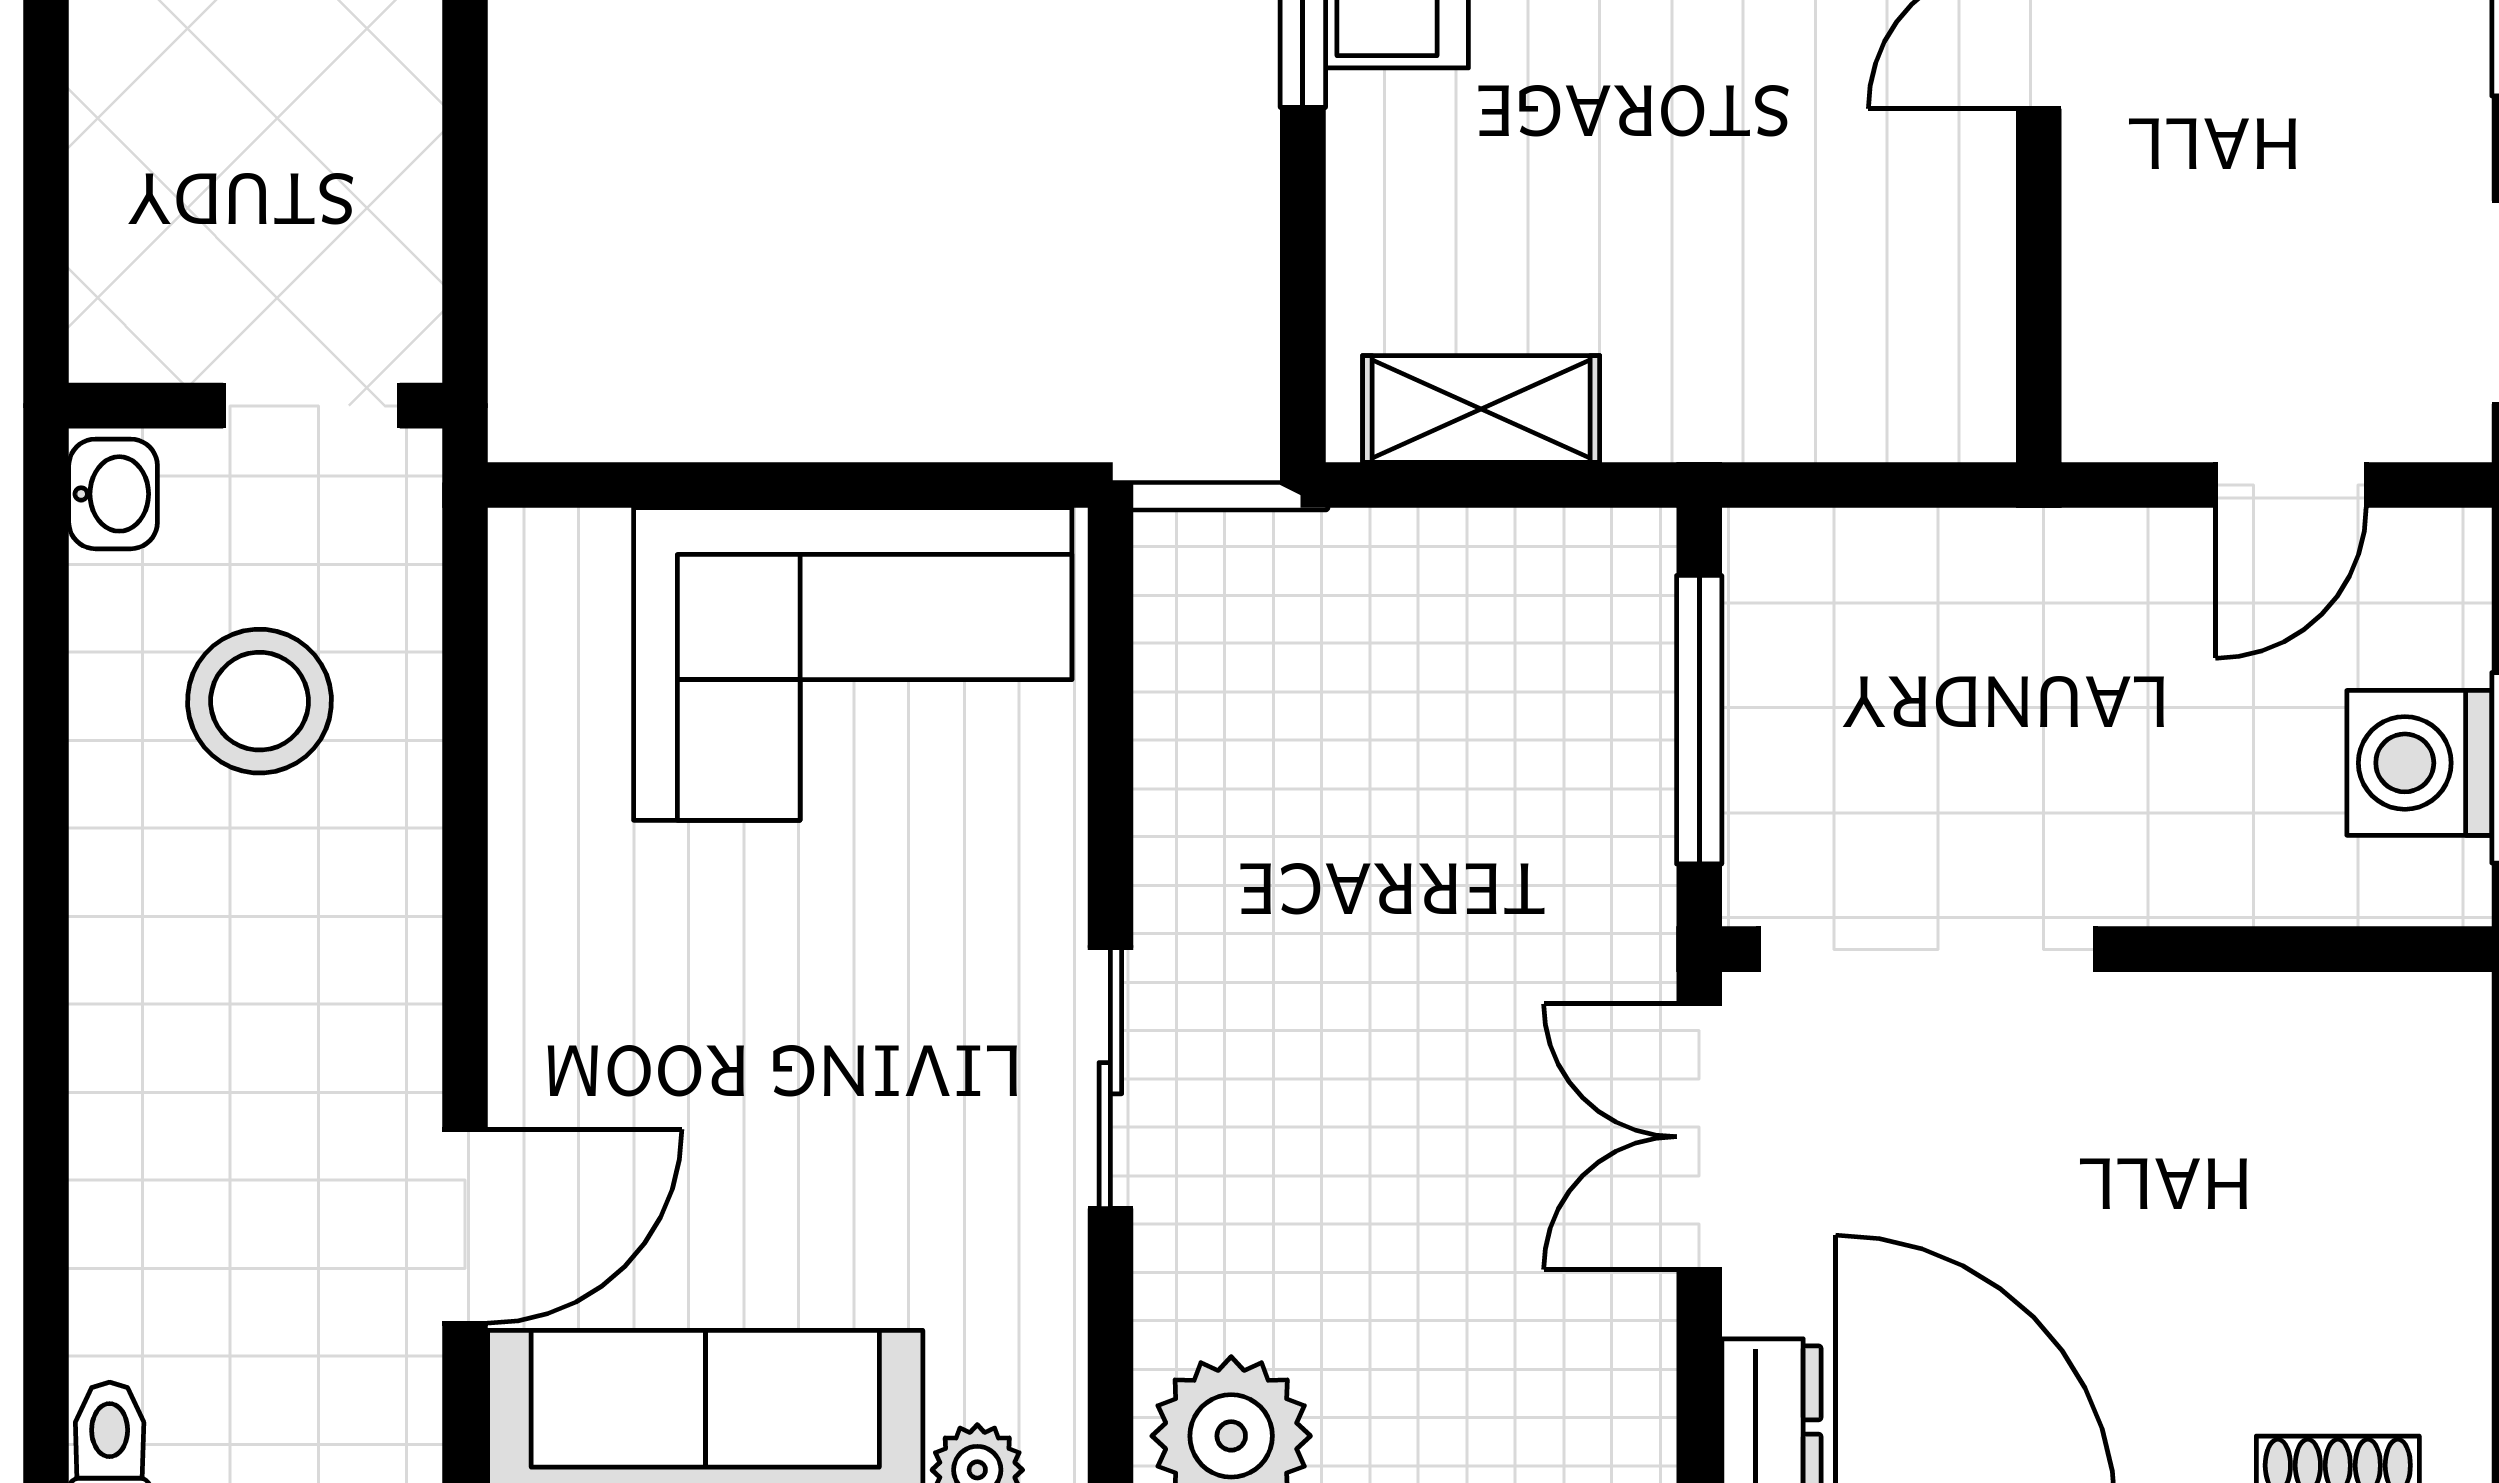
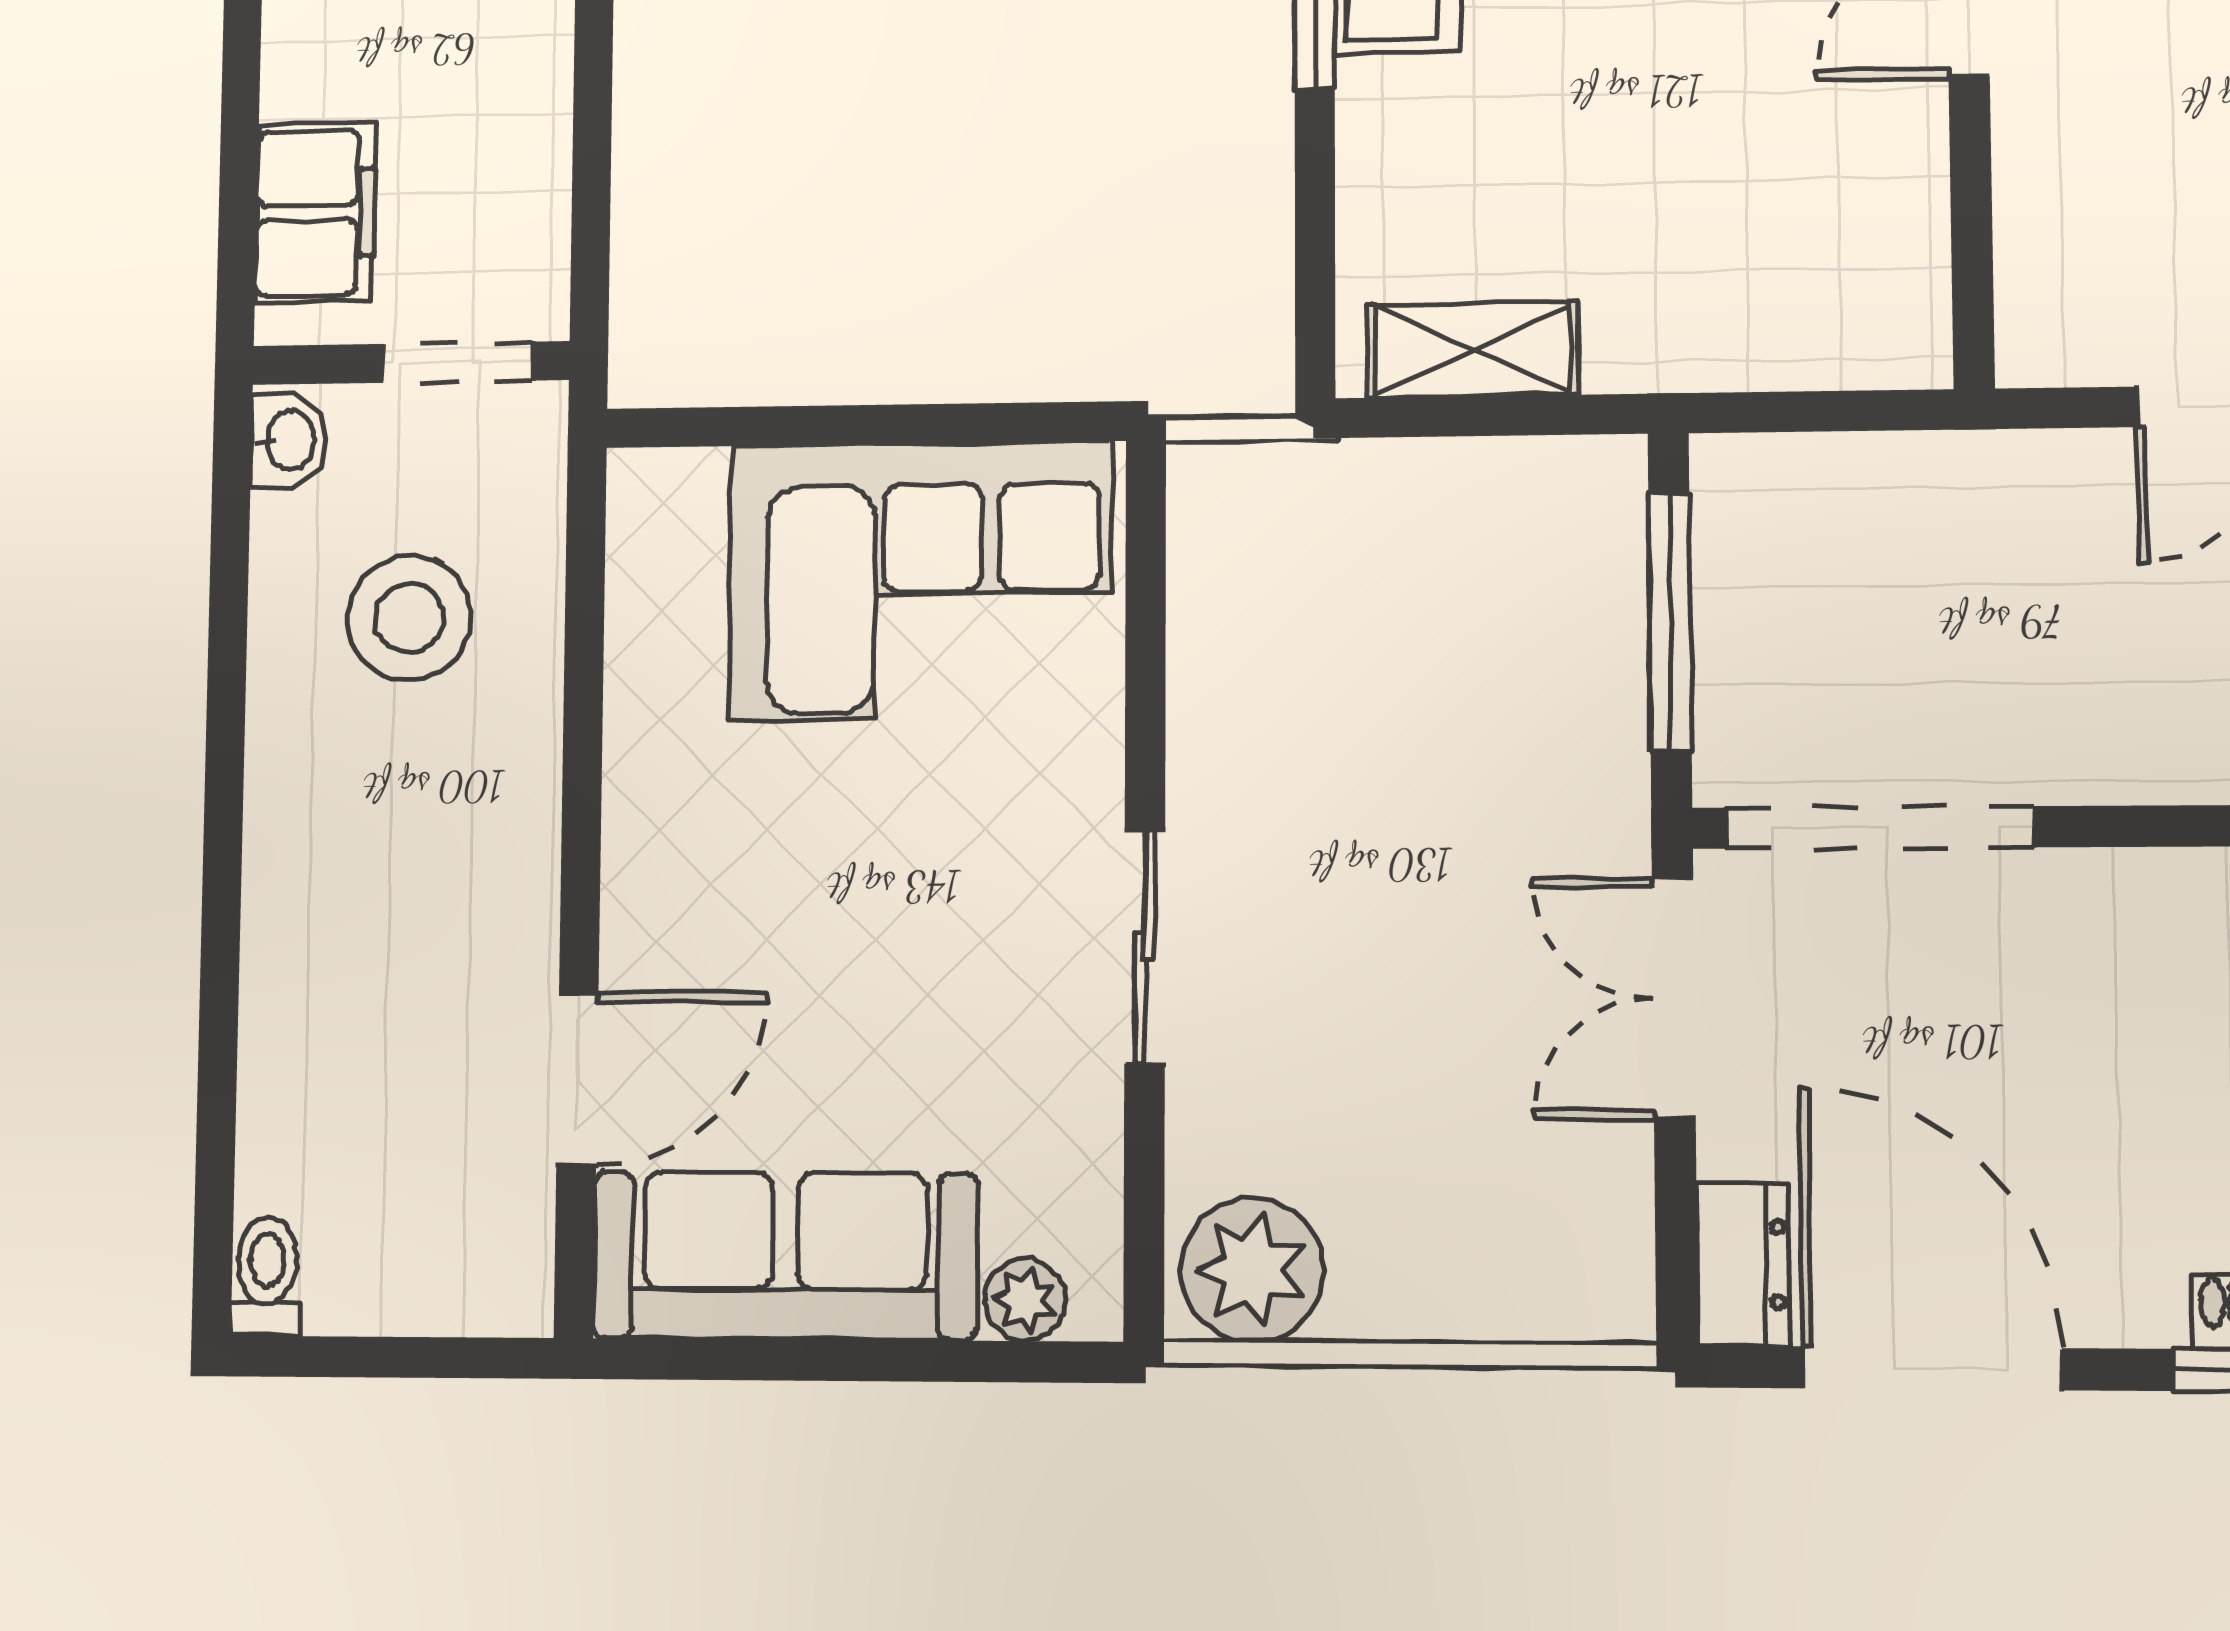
filing cabinet: (139, 228) -> (315, 213), added

